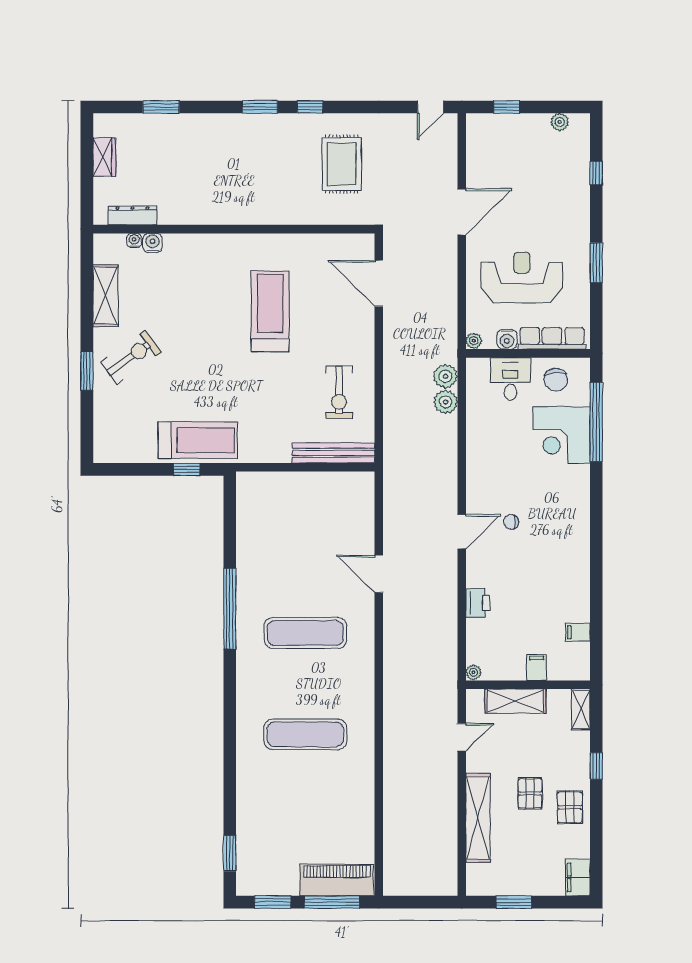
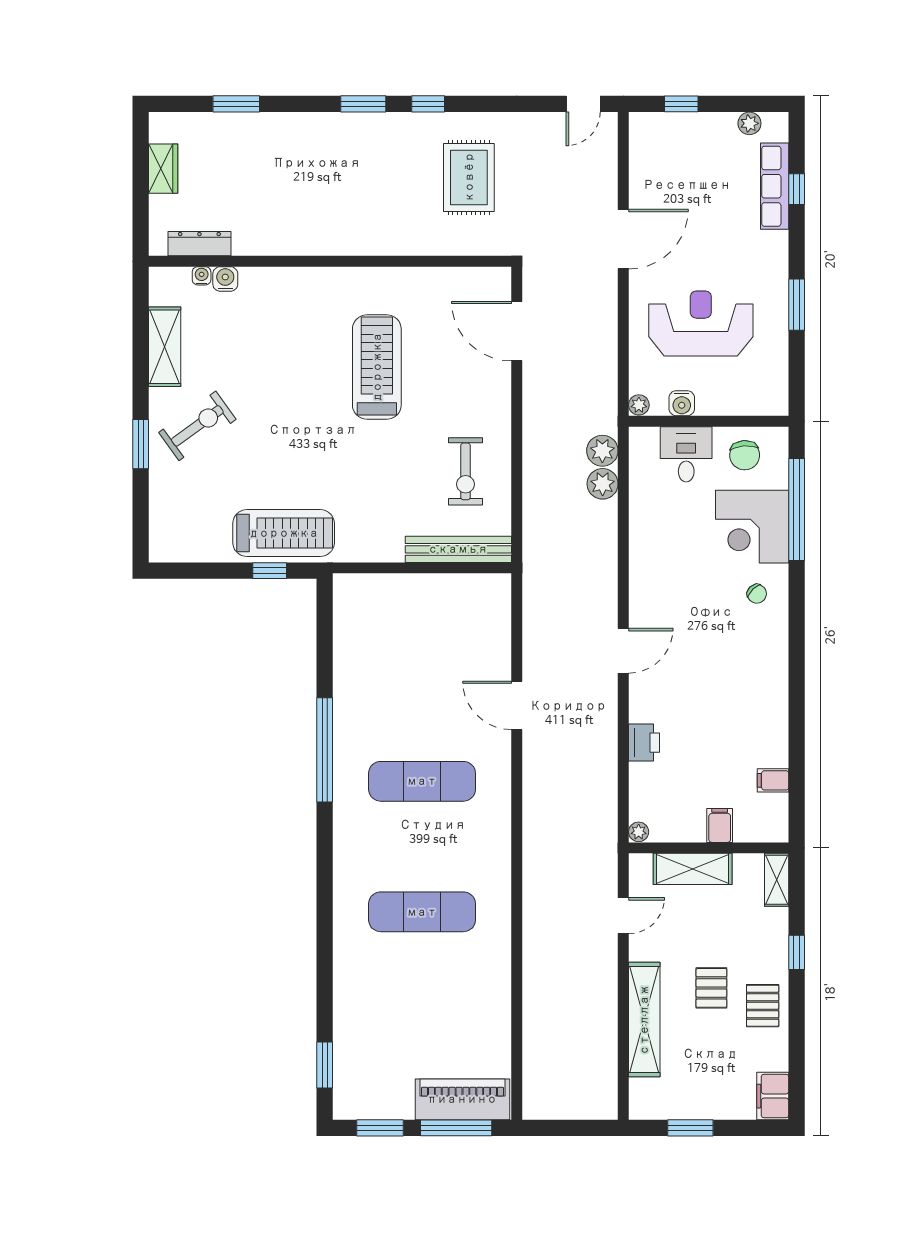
row of seats: (552, 338) -> (775, 186), moved, turned -90
chair: (511, 522) -> (757, 594), moved, turned -134

